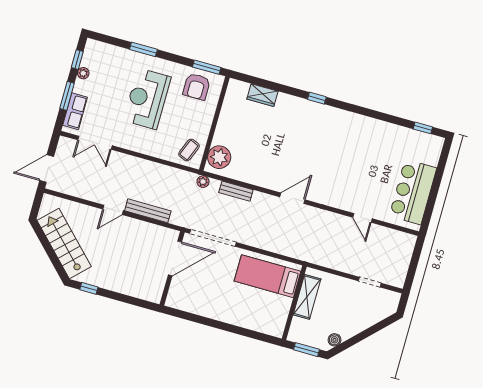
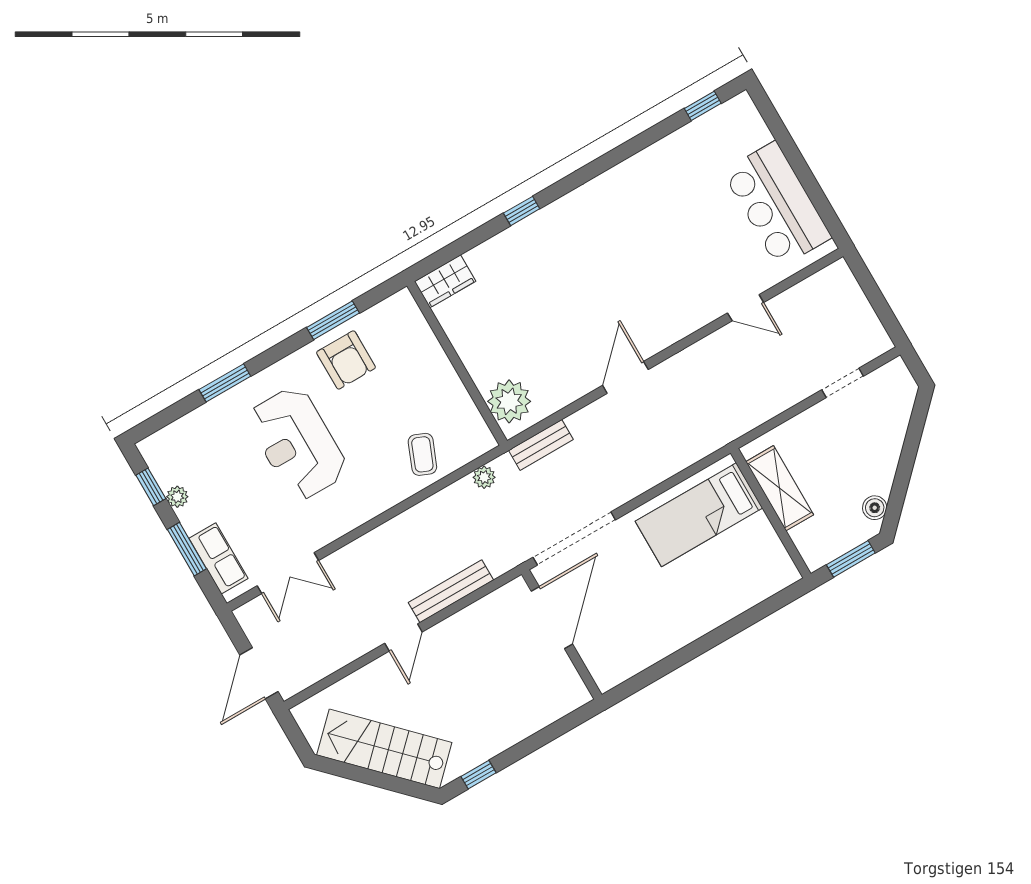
wall: (214, 124) -> (457, 363), moved
plant: (219, 157) -> (509, 401), moved

